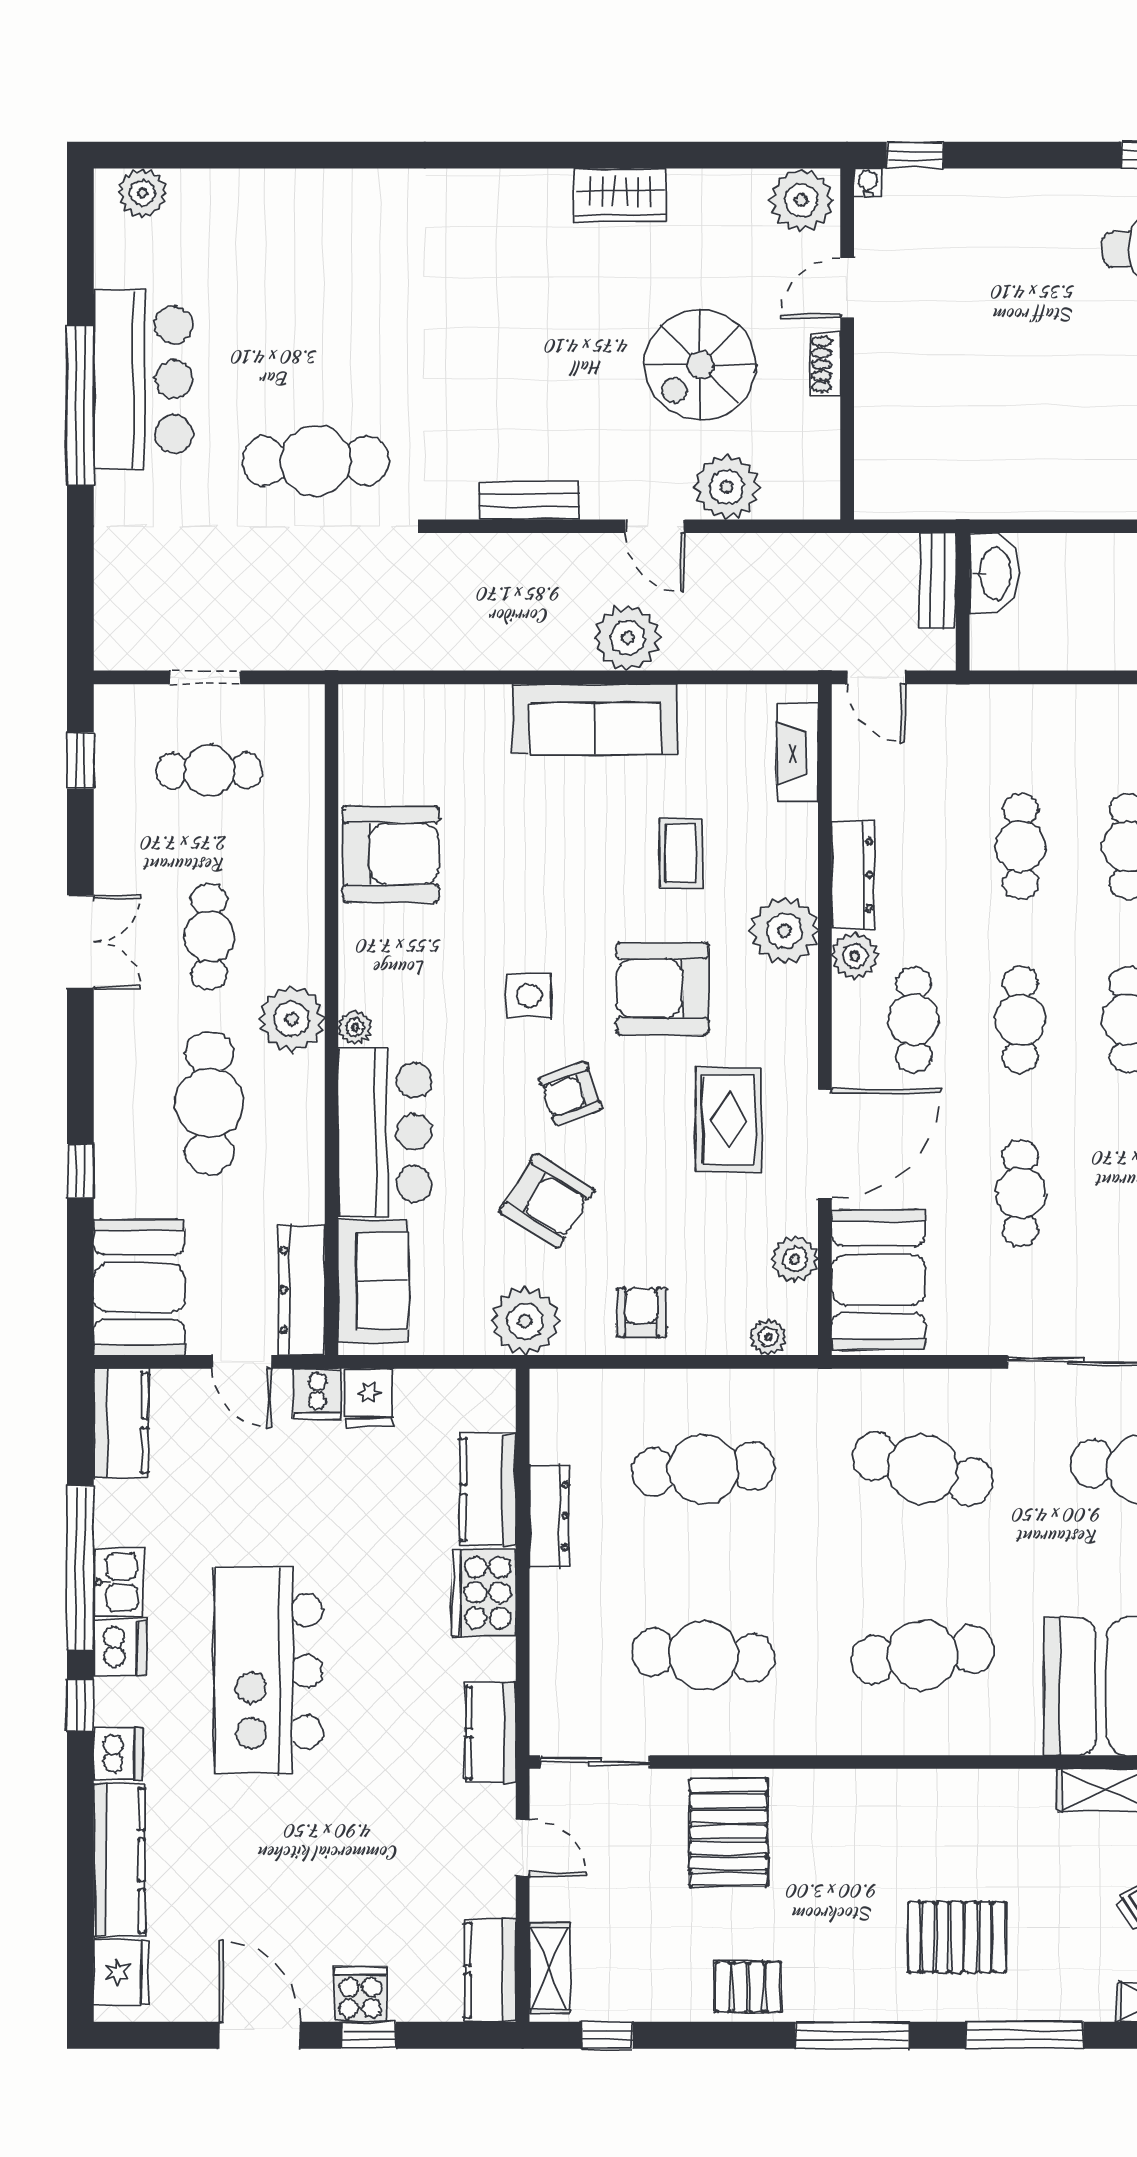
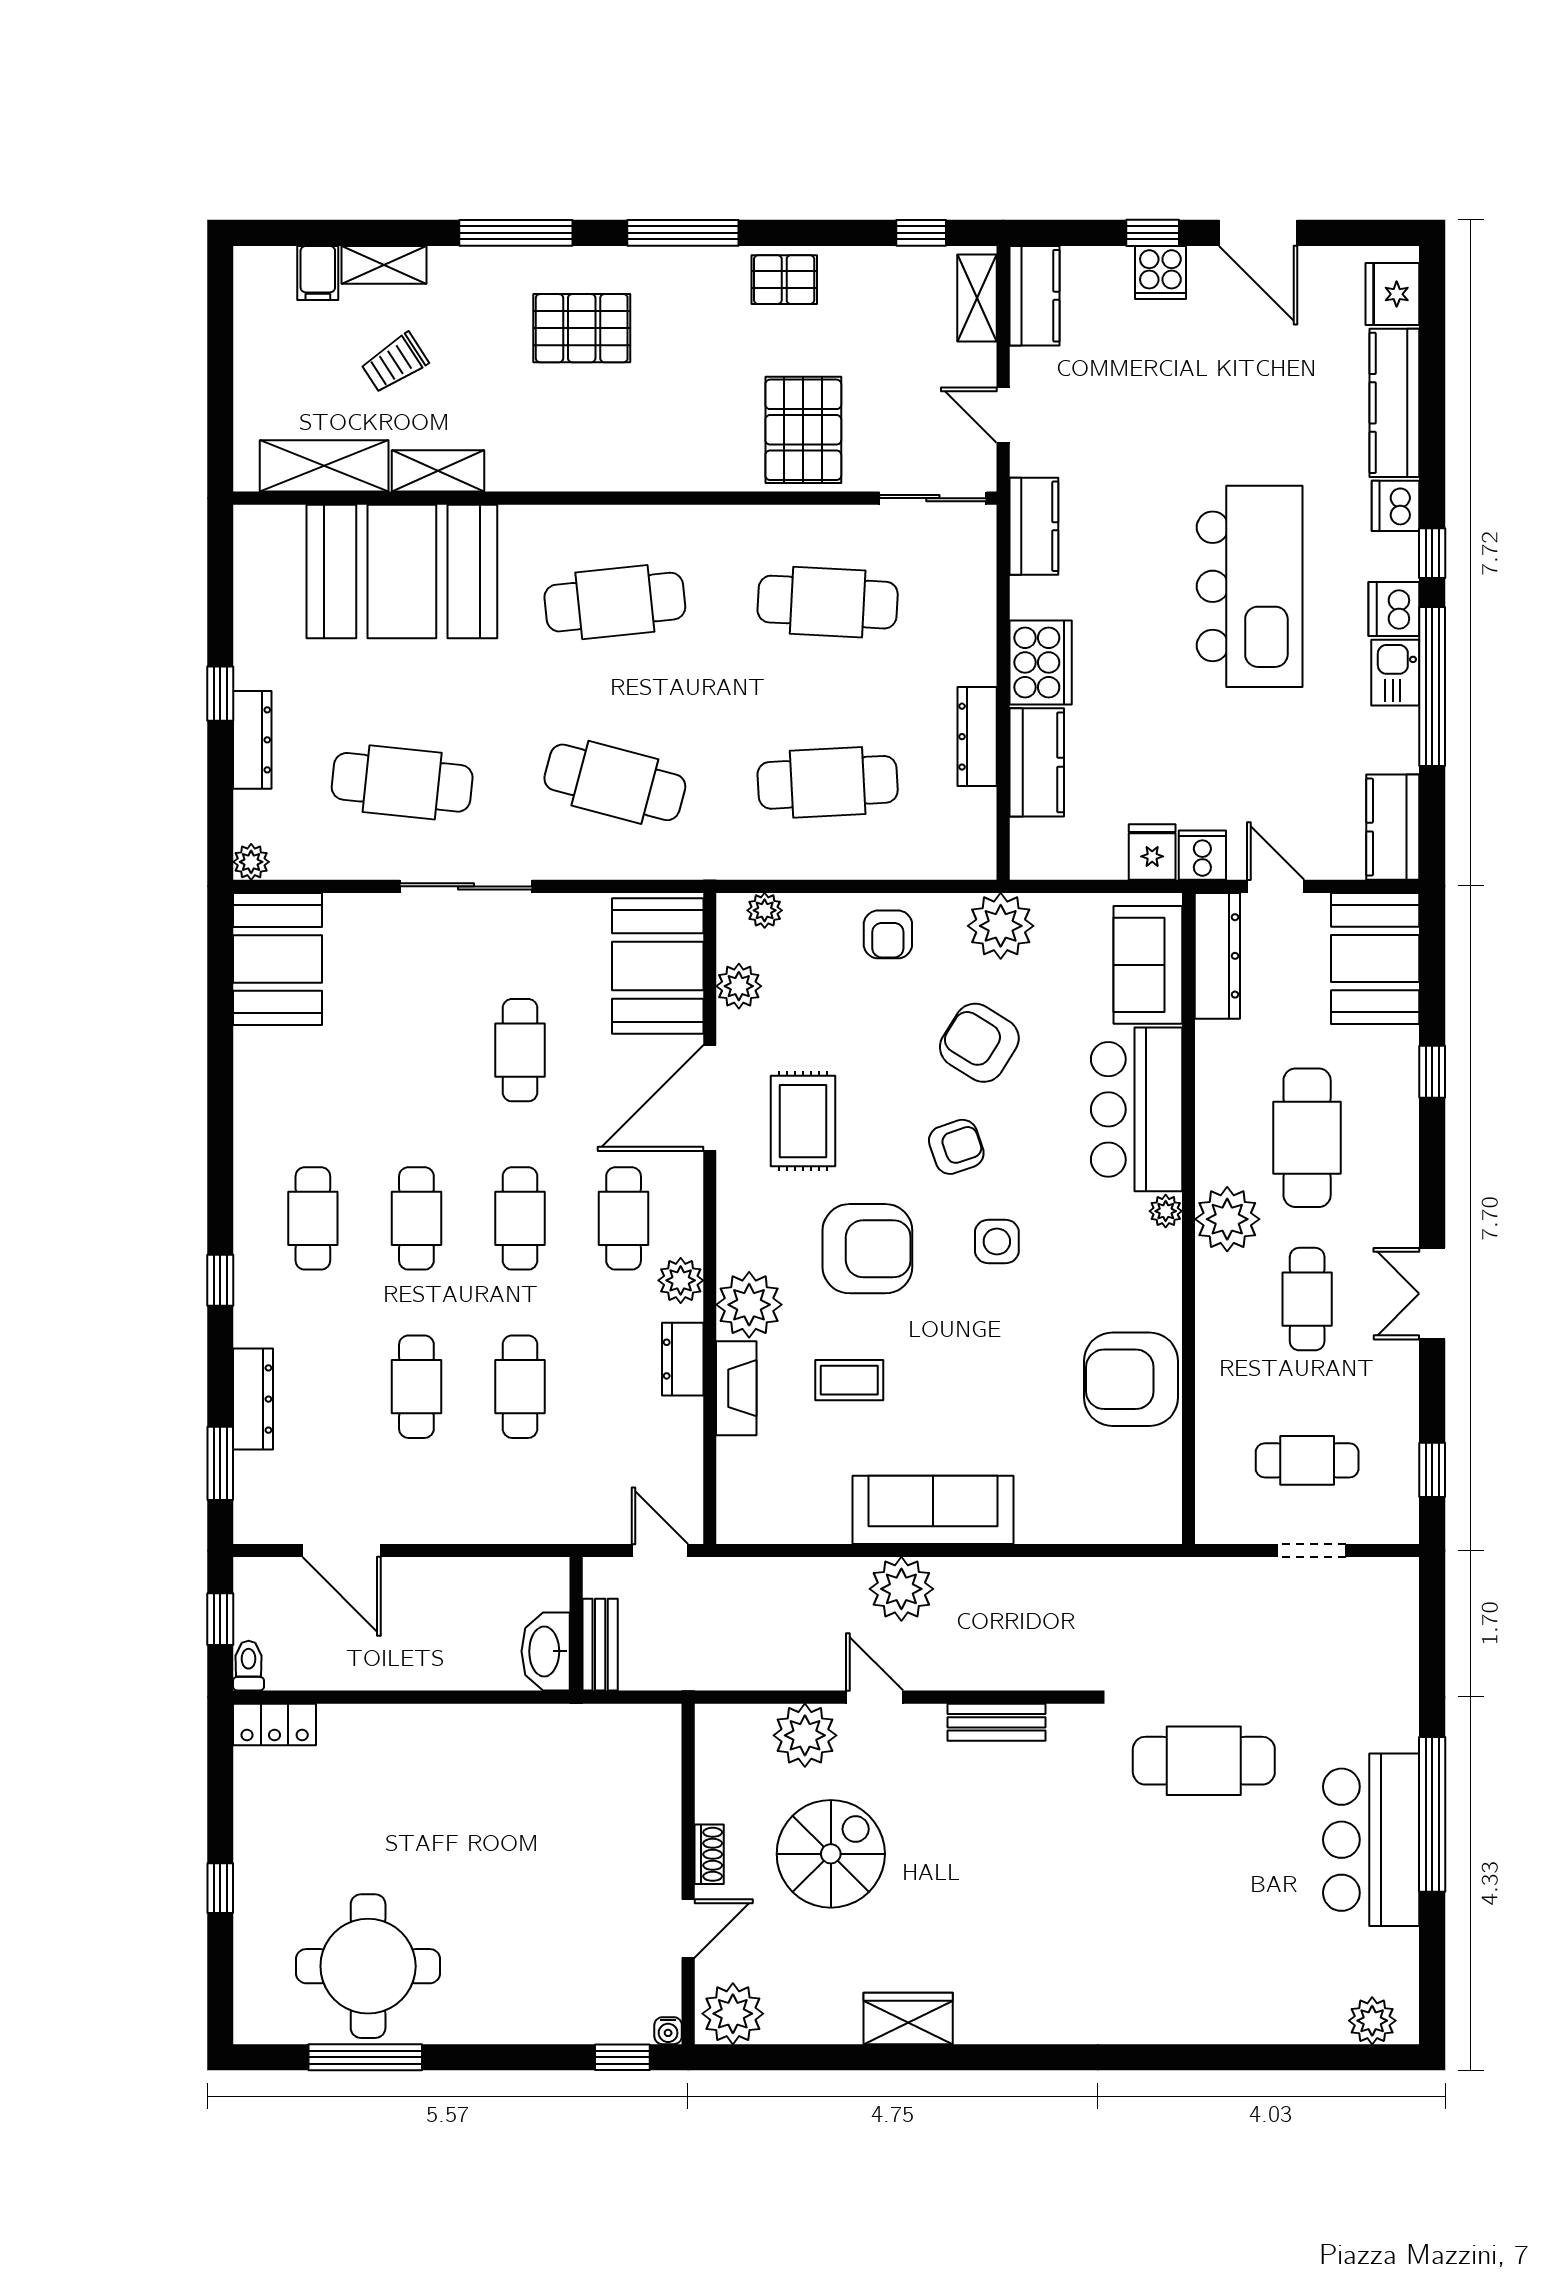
fireplace: (797, 753) -> (736, 1388), moved
coffee table: (681, 853) -> (849, 1380), turned 90
dresser: (853, 875) -> (683, 1359), width x0.70

